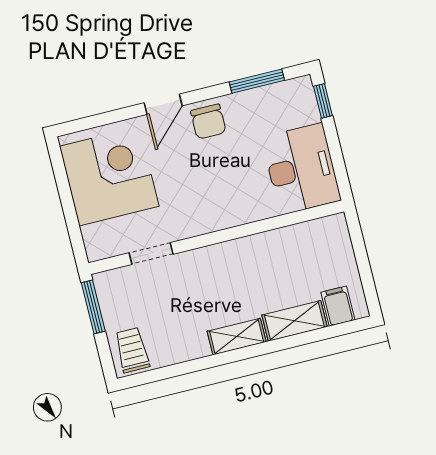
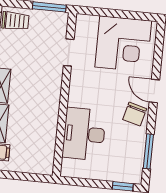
chair: (208, 122) -> (135, 114), turned -75
desk: (301, 169) -> (84, 134), moved, turned 90

